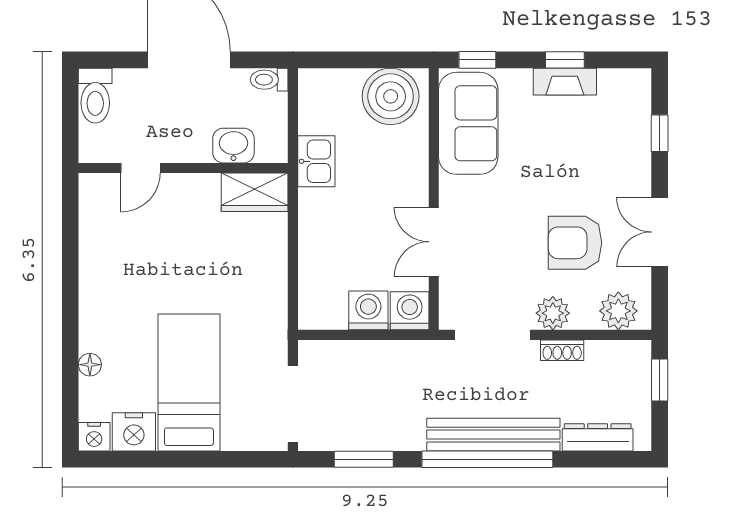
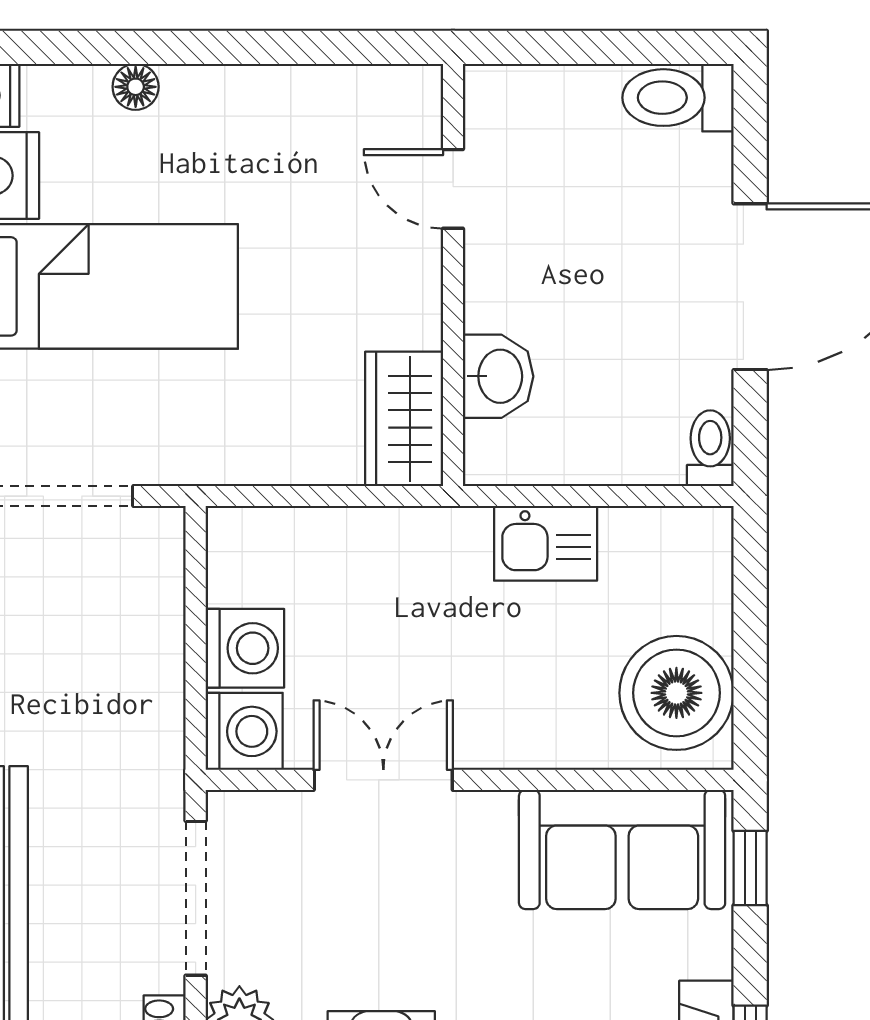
washbasin: (233, 146) -> (498, 376), moved
door: (141, 168) -> (453, 189), moved
wall: (183, 168) -> (453, 275), moved
wardrobe: (255, 192) -> (404, 419), moved

